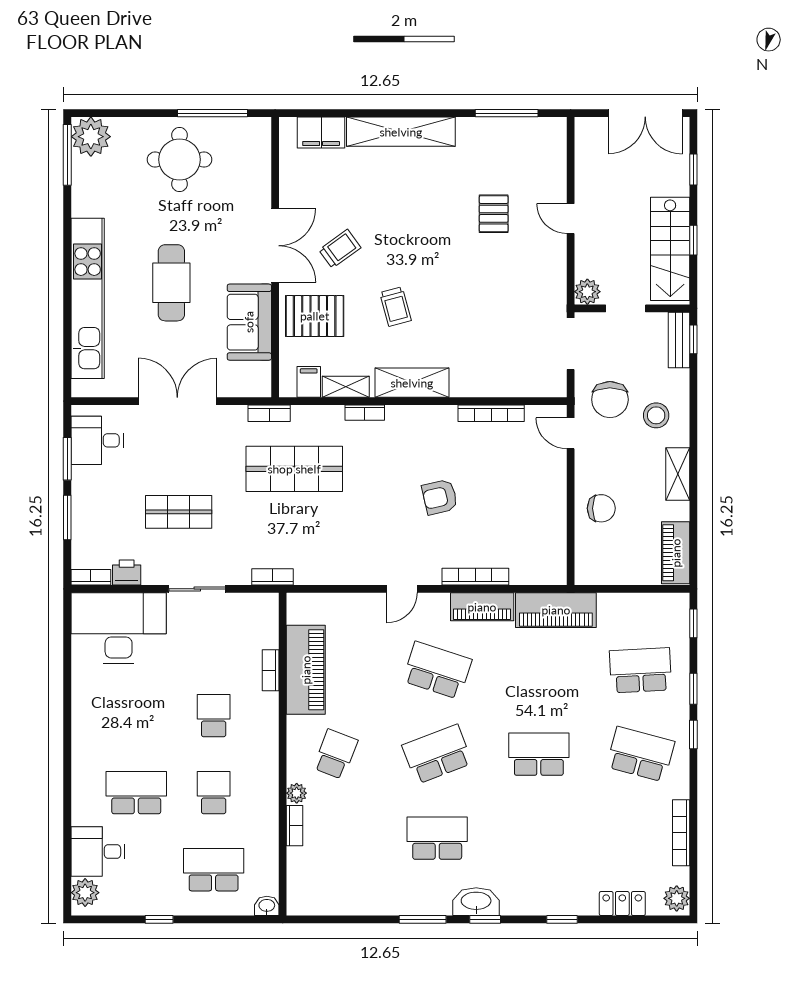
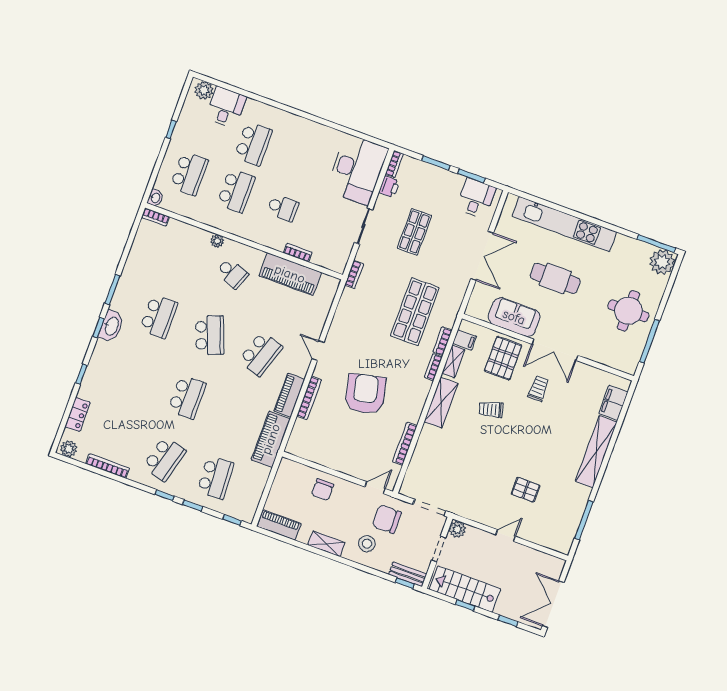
trolley: (340, 249) -> (539, 388), turned -144
bookcase: (269, 413) -> (443, 341), moved
armchair: (440, 497) -> (365, 394), width x1.88, depth x1.88
school desk: (214, 793) -> (236, 191), width x1.85
bookcase: (295, 826) -> (155, 217), moved

